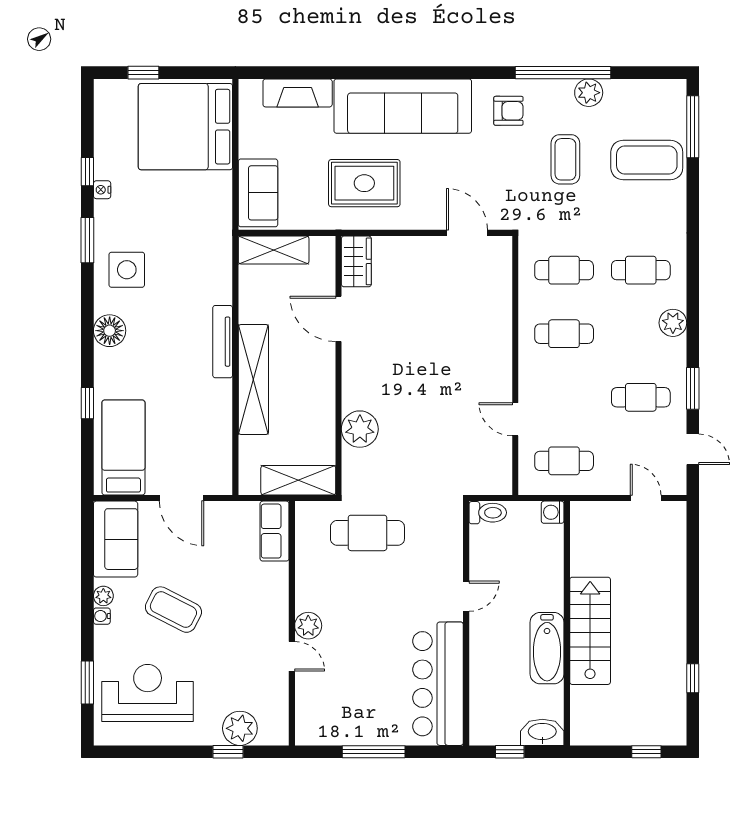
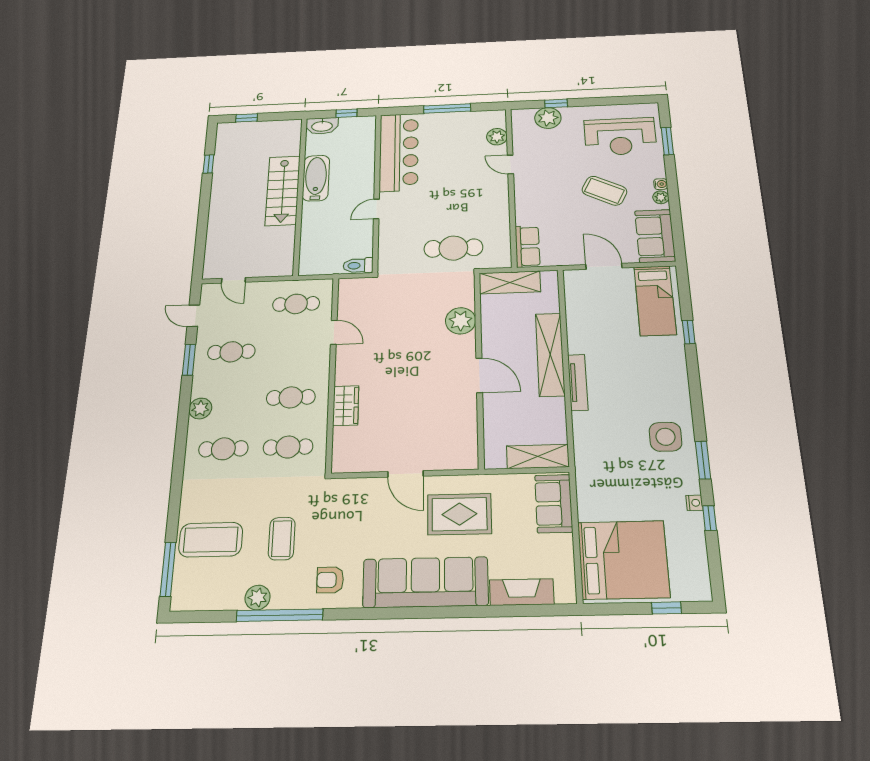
door: (467, 233) -> (406, 474), moved
wardrobe: (356, 261) -> (346, 406), moved, turned 180
door: (339, 319) -> (479, 375), moved
floor lamp: (110, 331) -> (676, 388), removed
washing machine: (553, 512) -> (307, 268), removed
plant: (308, 626) -> (497, 137), moved

